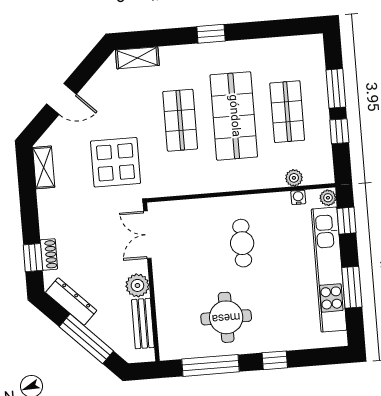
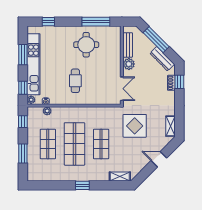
window: (339, 131) -> (23, 122), moved
window: (275, 360) -> (48, 22), moved

